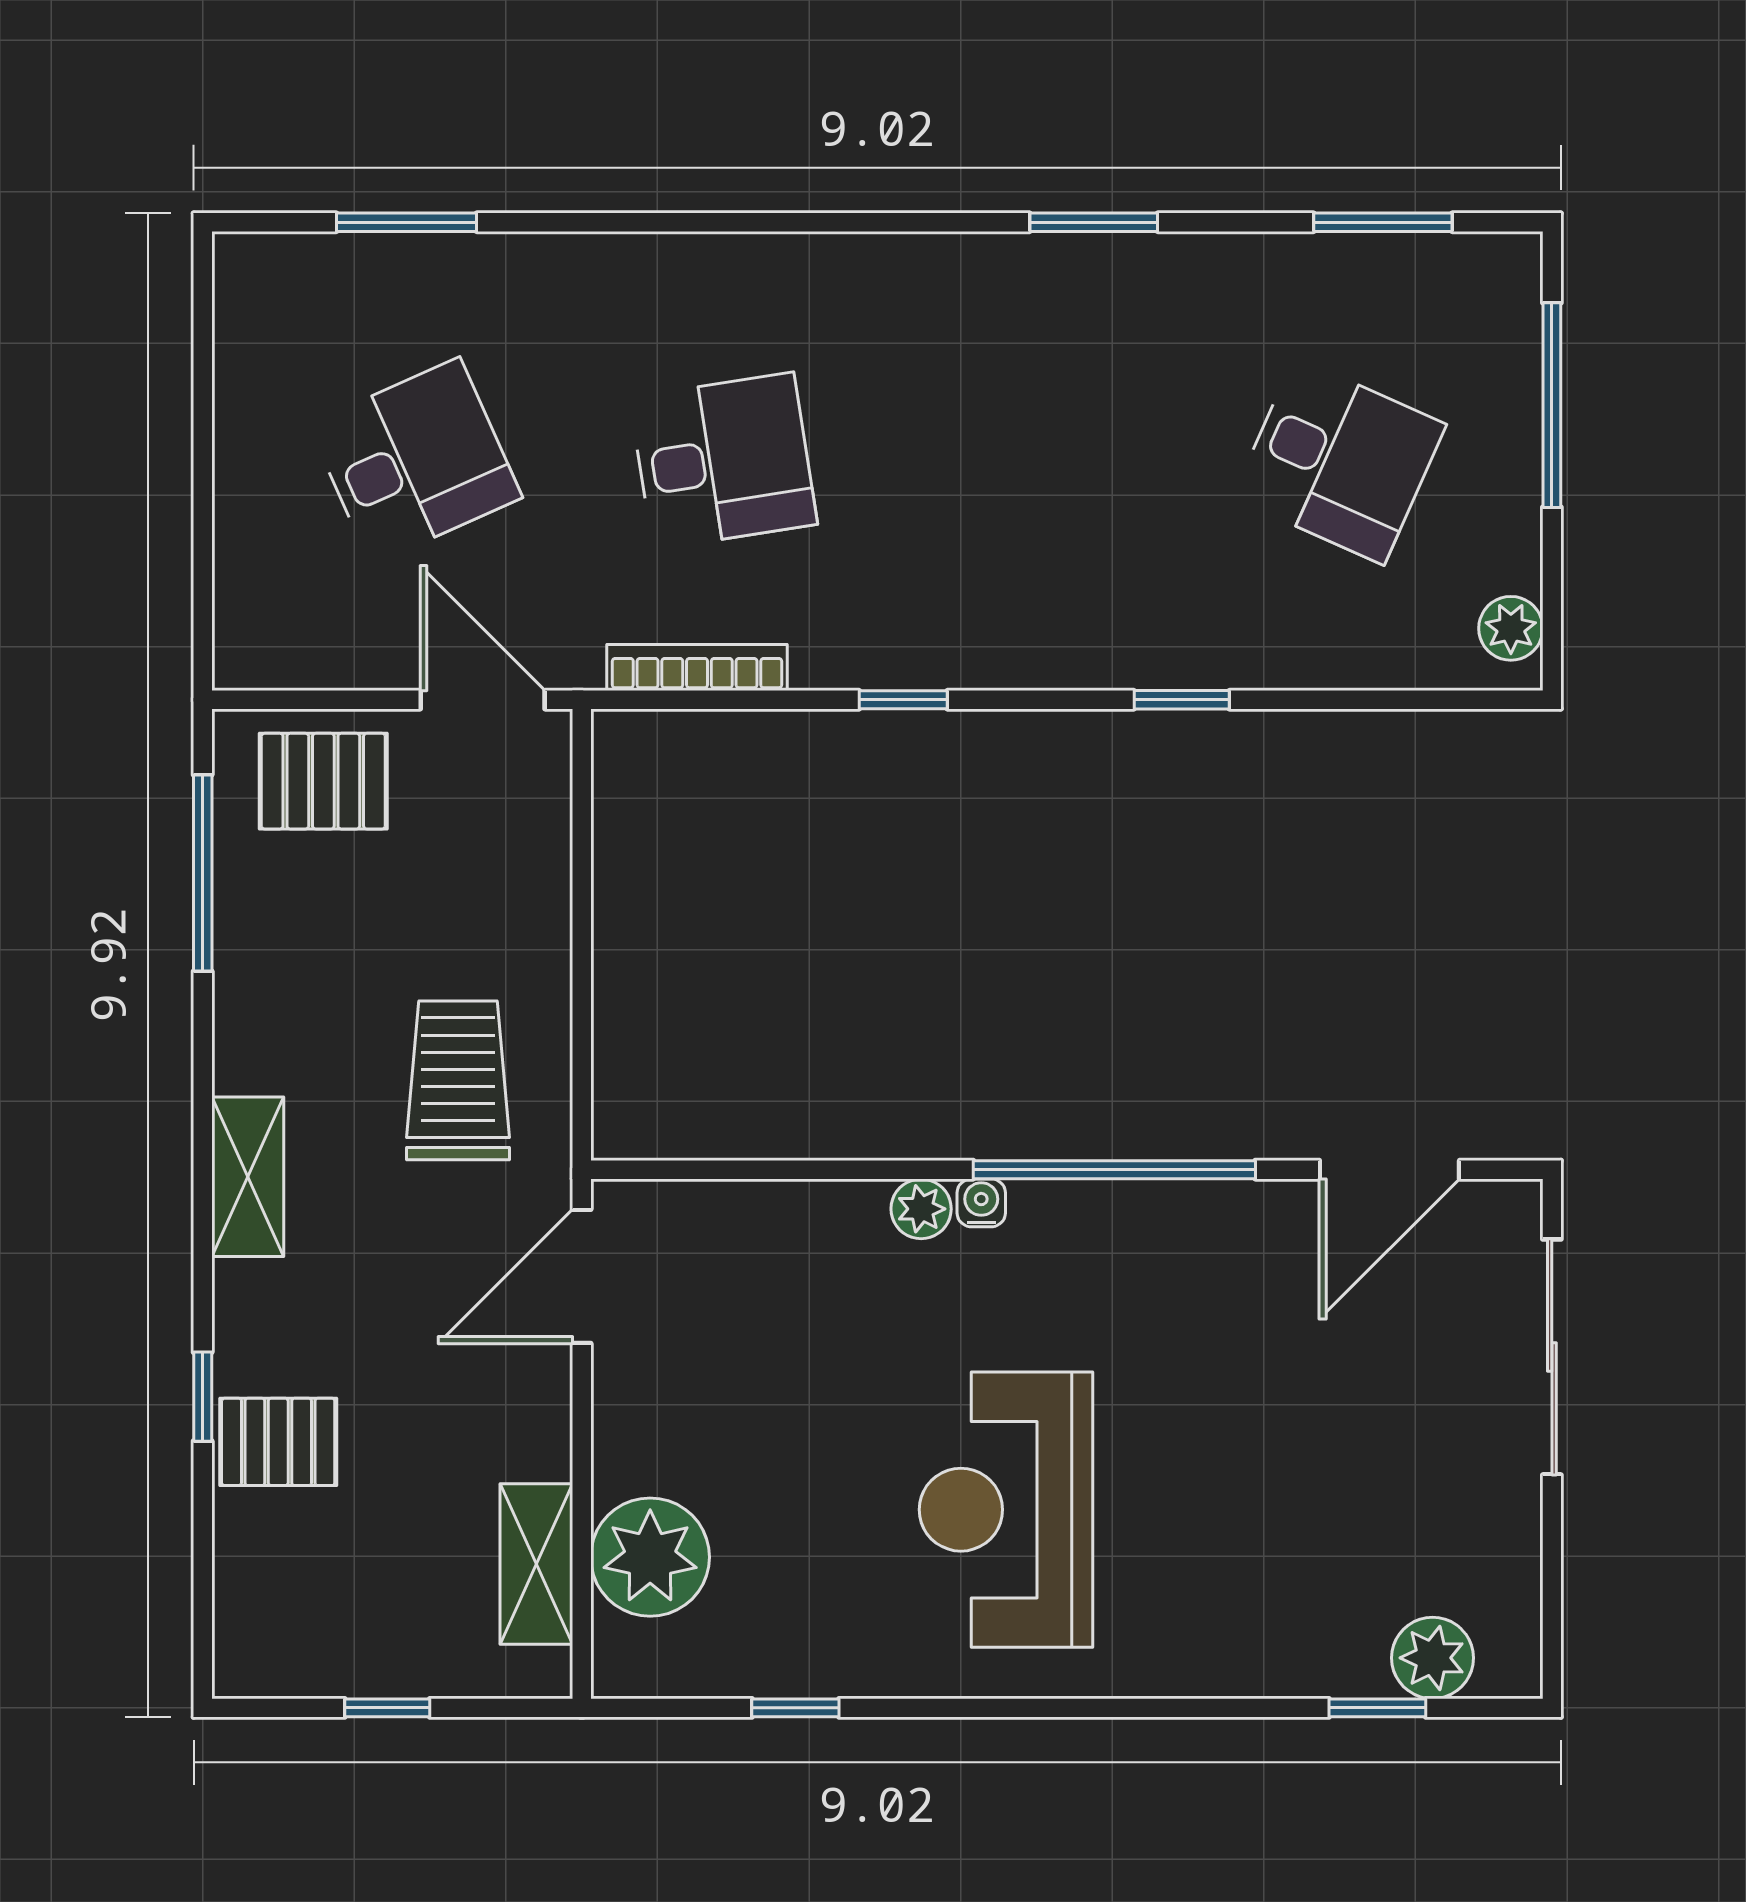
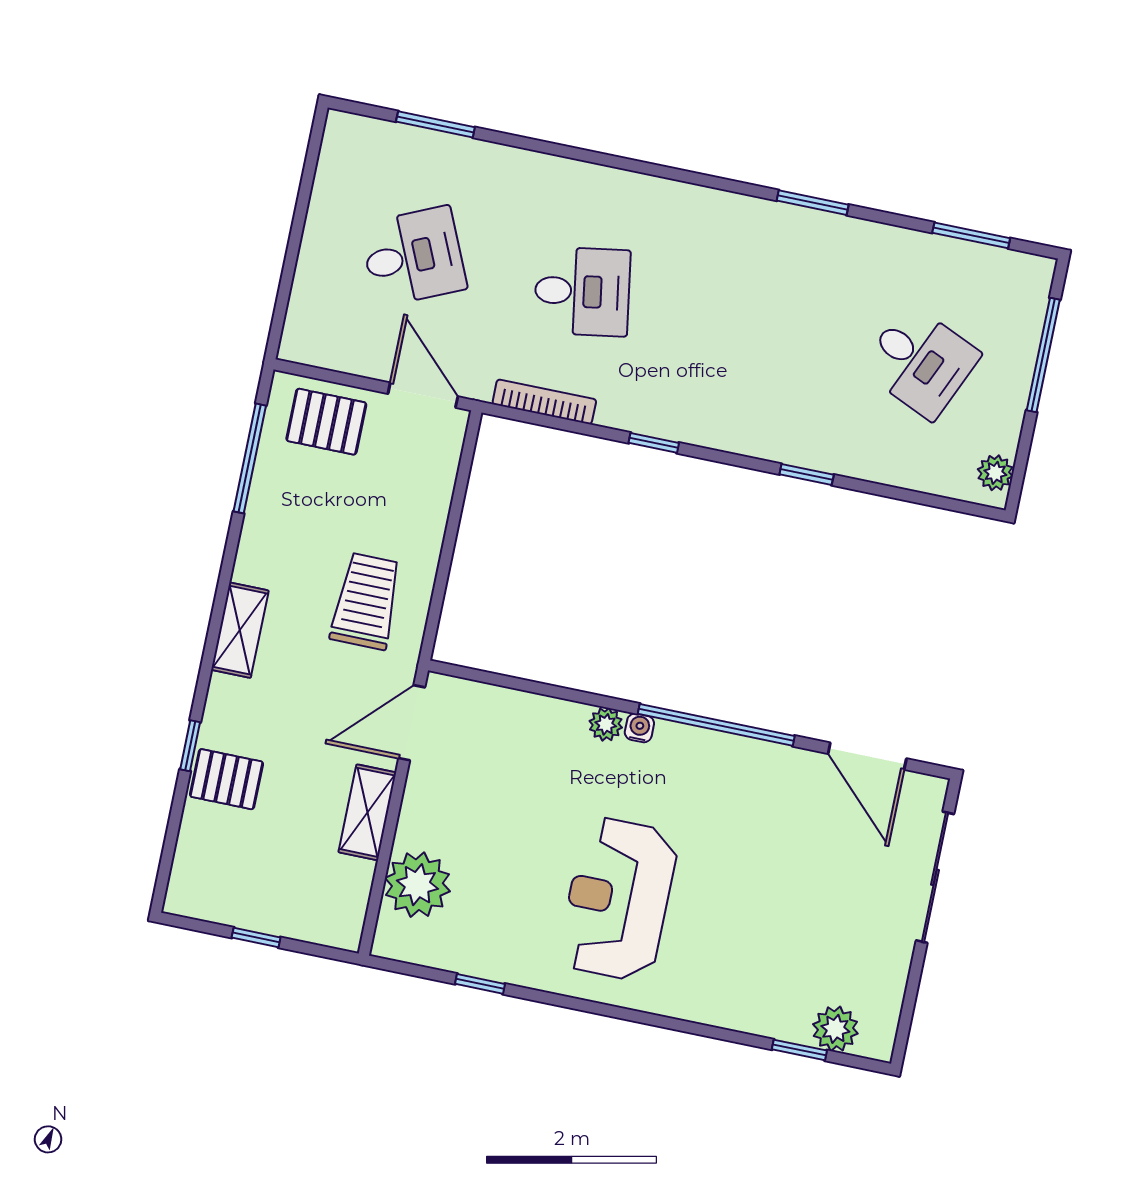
door: (1389, 1170) -> (867, 756), hinge flipped
shelving: (536, 1564) -> (367, 812), moved

